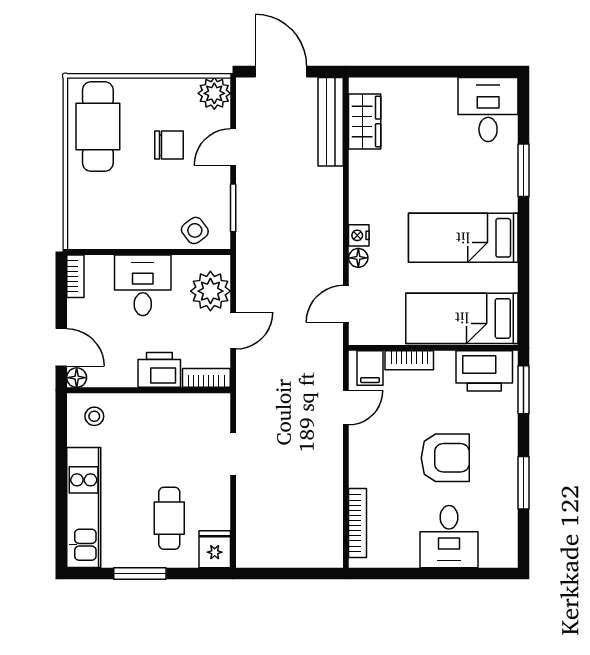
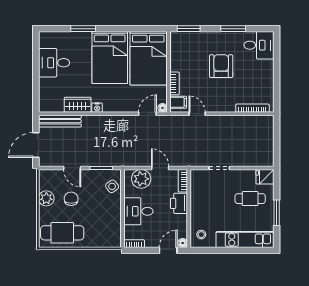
plant: (214, 93) -> (46, 198), moved
desk: (488, 109) -> (54, 63), moved
wardrobe: (365, 121) -> (78, 105), moved
nightstand: (359, 235) -> (97, 108), moved
bed: (463, 238) -> (110, 57), width x1.50
floor lamp: (358, 258) -> (163, 108), moved
door: (346, 304) -> (147, 114), swing flipped
bed: (462, 318) -> (148, 58), width x1.50
printer: (484, 371) -> (179, 47), removed
desk: (449, 537) -> (259, 45), moved

